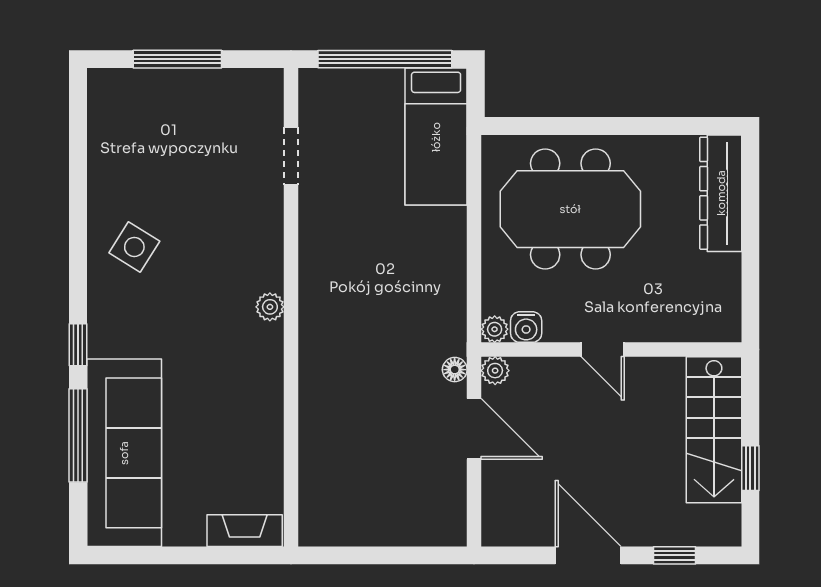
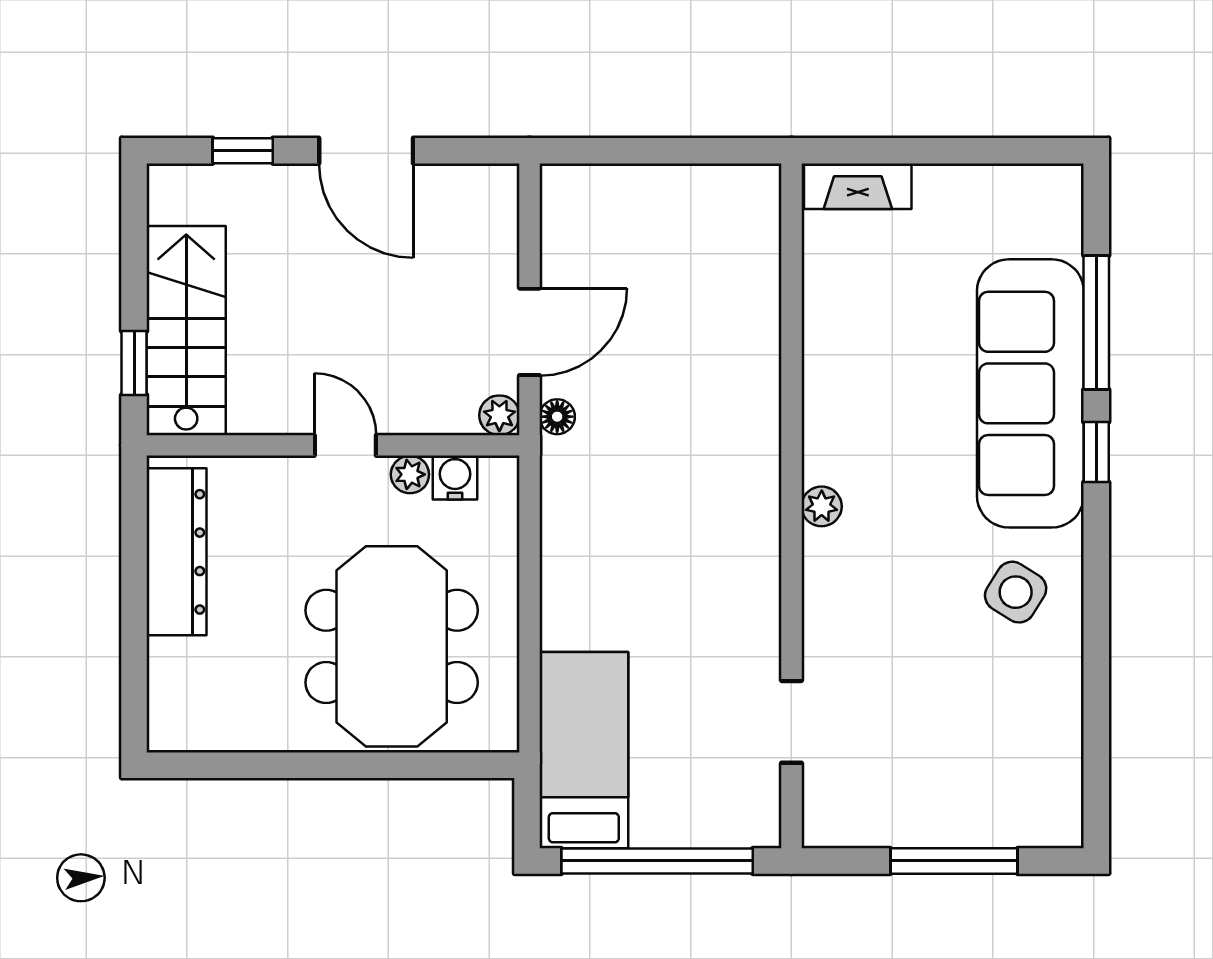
dresser: (721, 193) -> (177, 552), moved
meeting table: (570, 209) -> (392, 646), turned 90
plant: (495, 329) -> (410, 474), moved
door: (474, 429) -> (530, 332), swing flipped
sofa: (124, 453) -> (1030, 393), moved
window: (750, 468) -> (134, 363), moved

